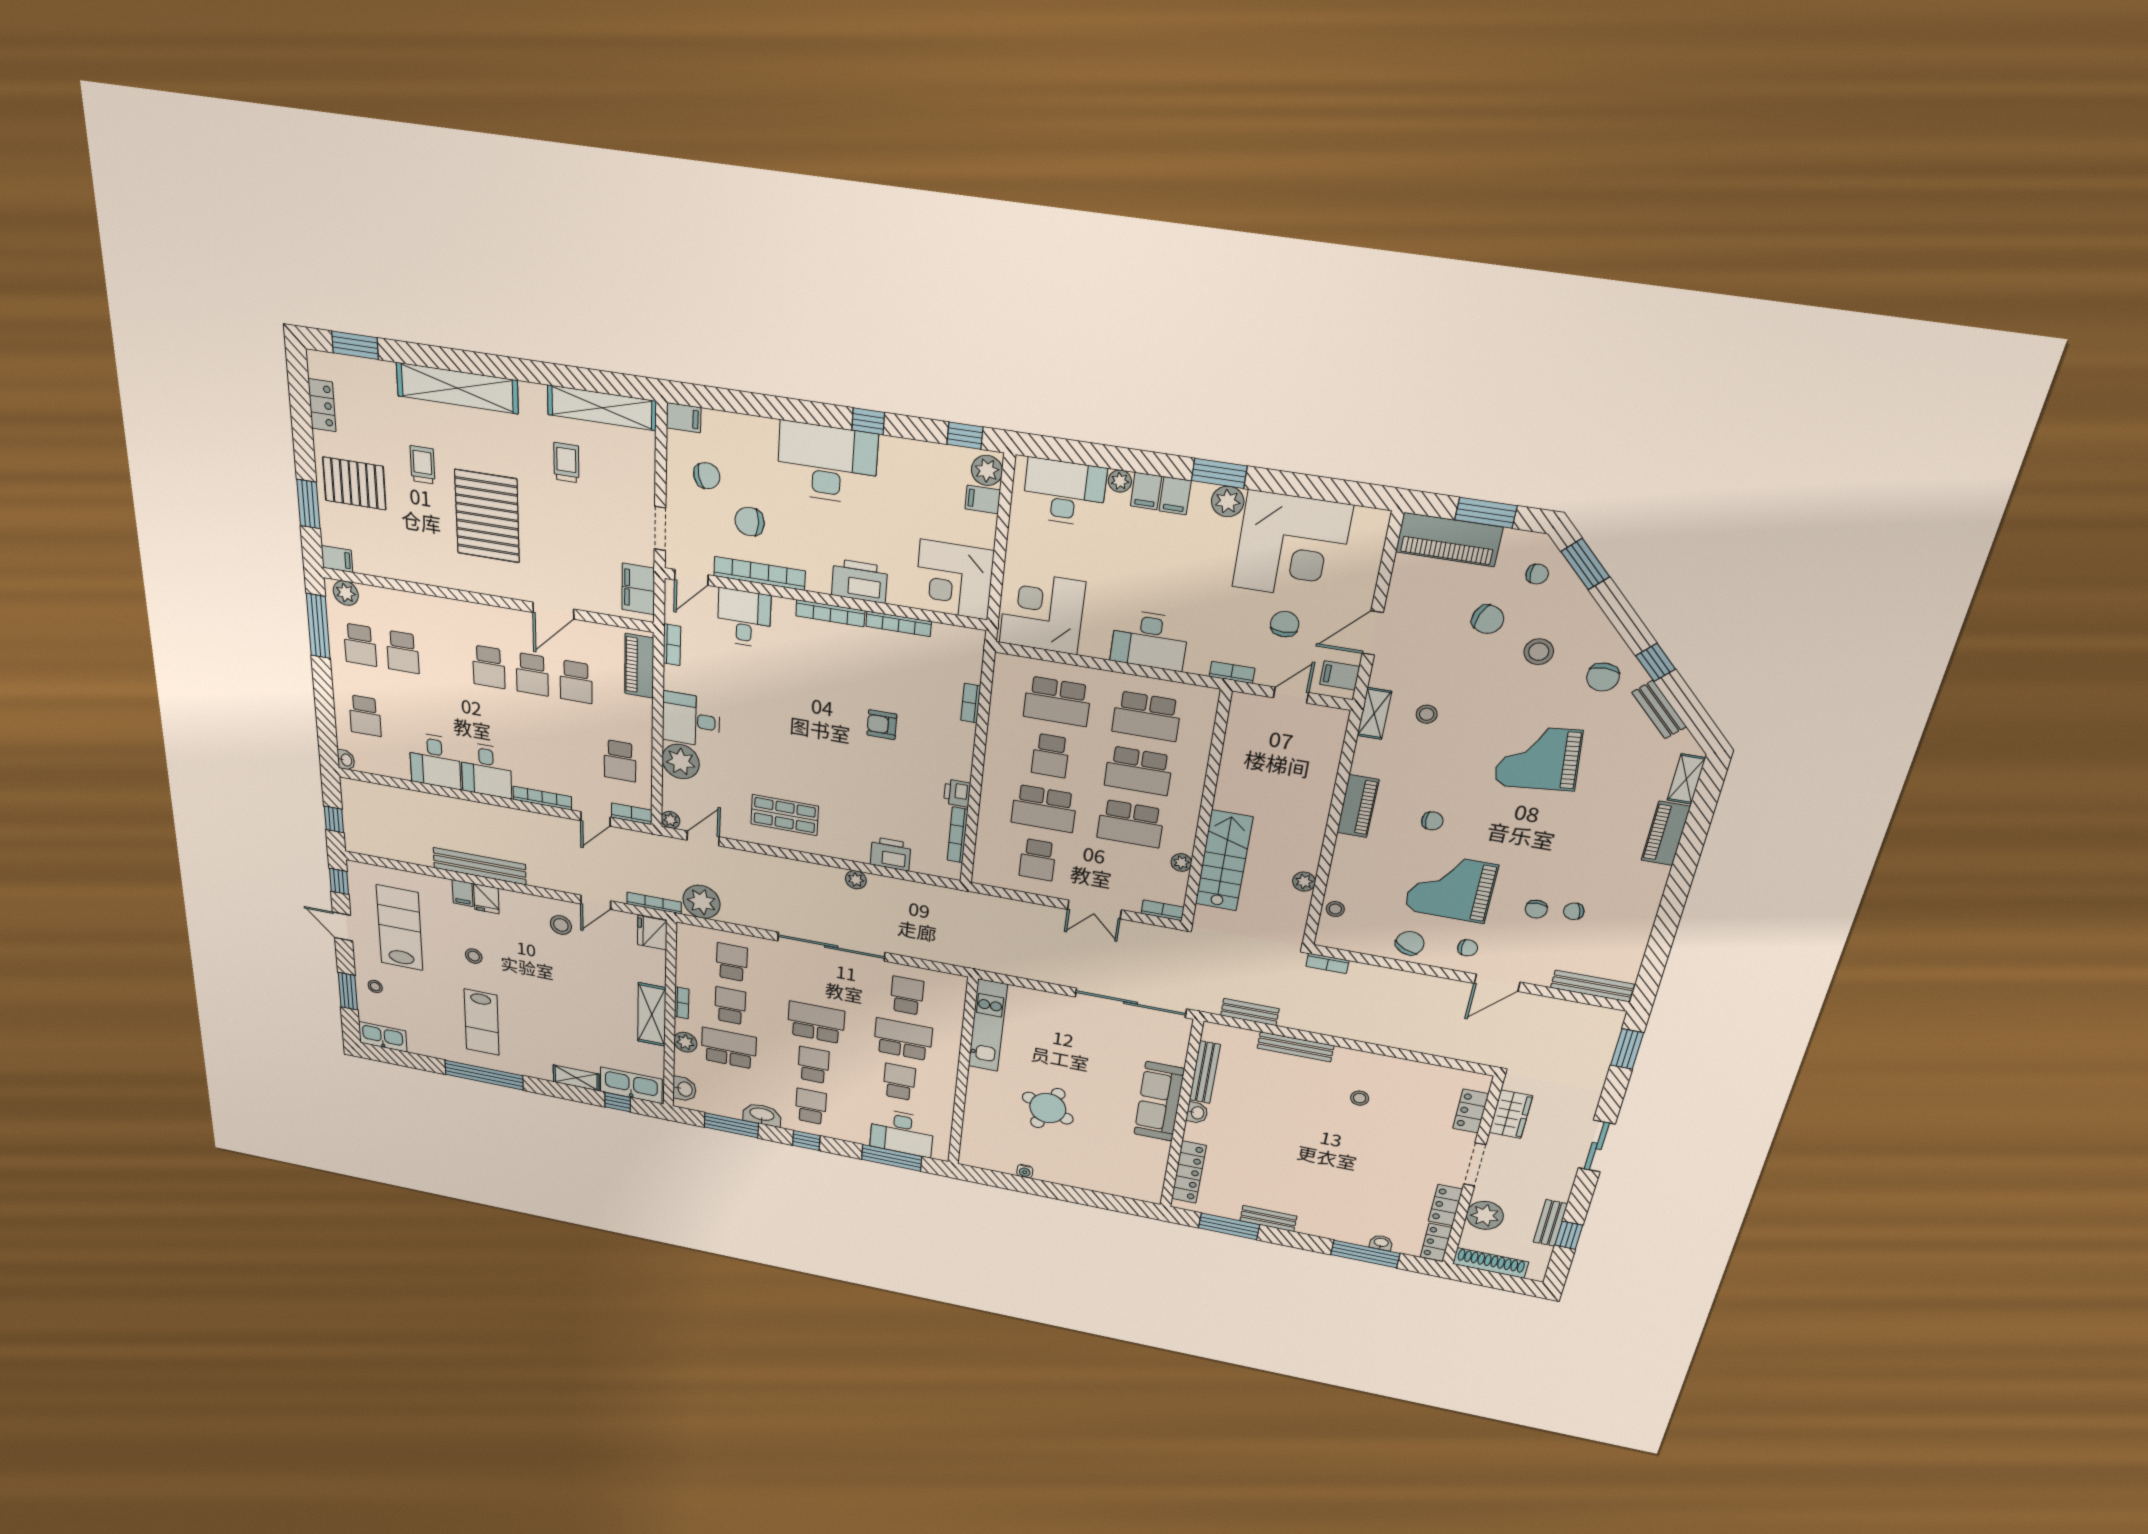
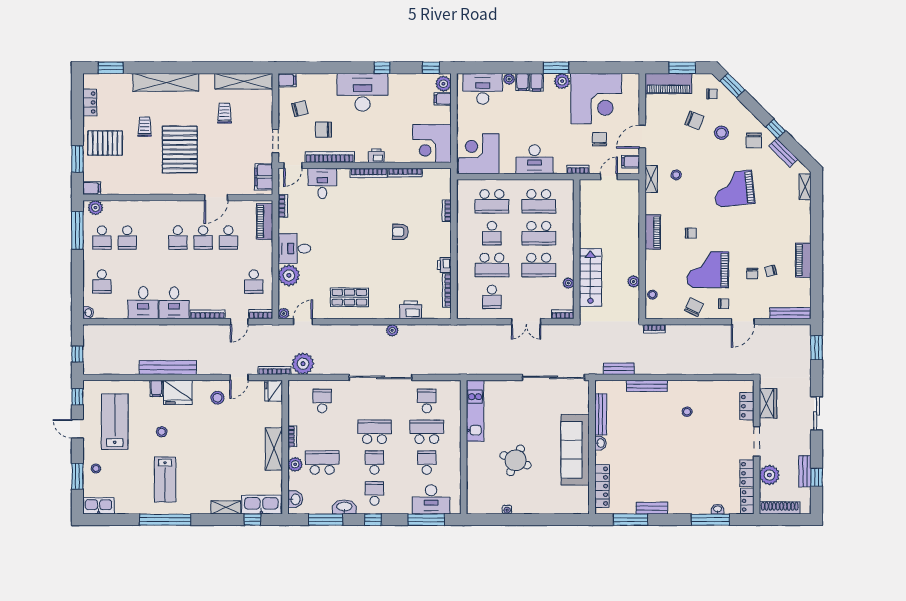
printer: (860, 581) -> (376, 156), width x0.53, depth x0.68
piano: (1666, 833) -> (803, 260), moved
fridge: (486, 899) -> (178, 392), width x1.88, depth x1.34
school desk: (730, 1006) -> (322, 432), removed
sofa: (1159, 1101) -> (575, 450), width x1.36, depth x1.27

